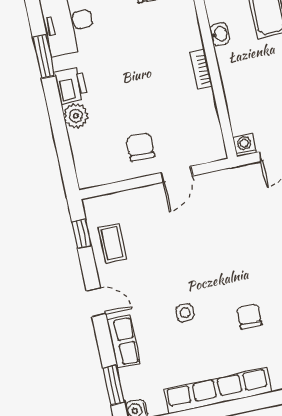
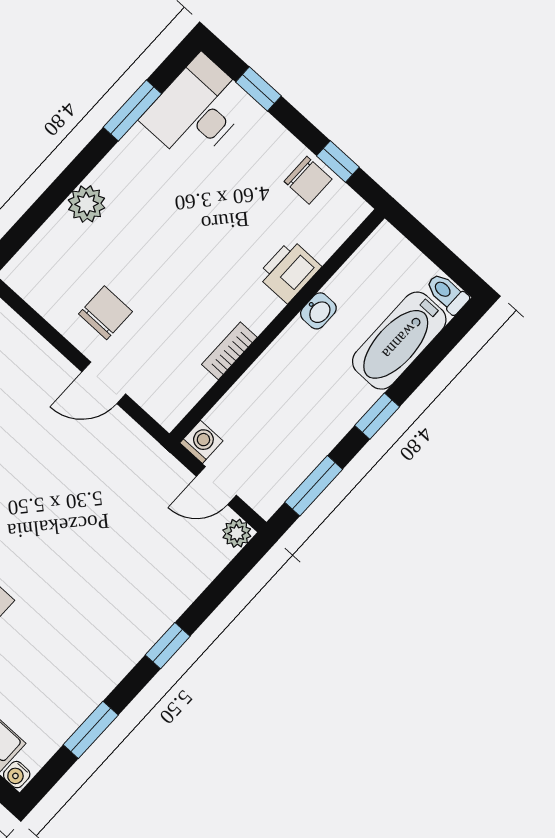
bookcase: (201, 69) -> (229, 351), moved
printer: (71, 86) -> (289, 271), moved, turned 180

